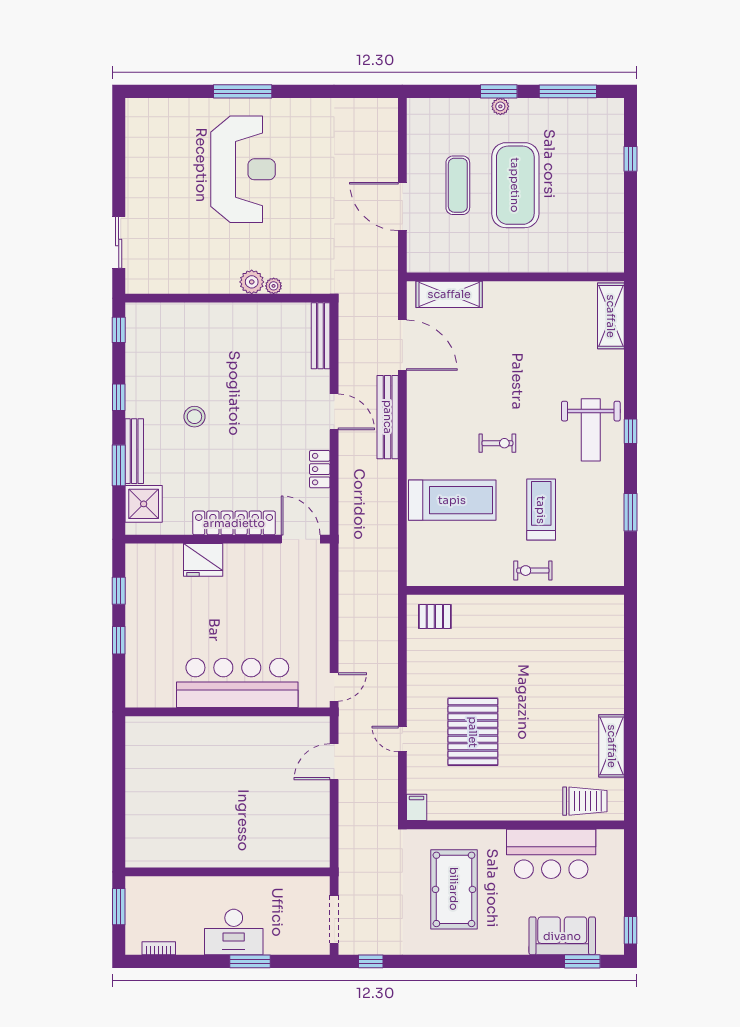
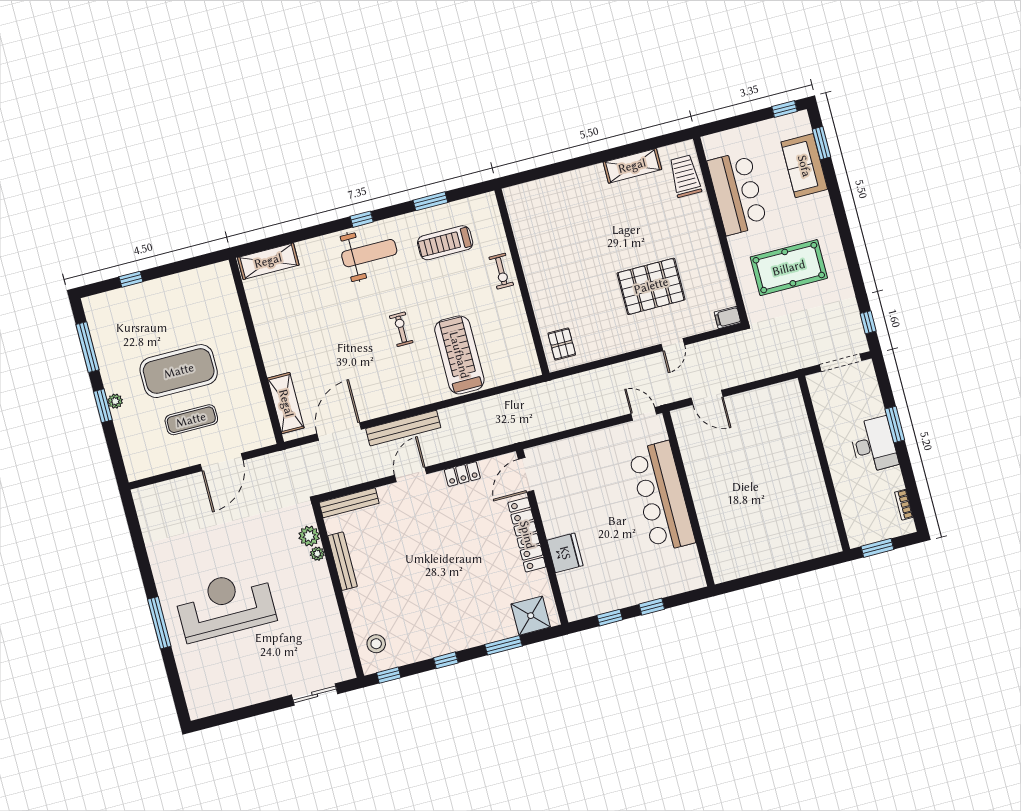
plant: (252, 282) -> (309, 536), moved
stool: (194, 417) -> (376, 644), moved
bench: (134, 451) -> (343, 561), moved, turned 90
treadmill: (541, 510) -> (445, 243), moved

